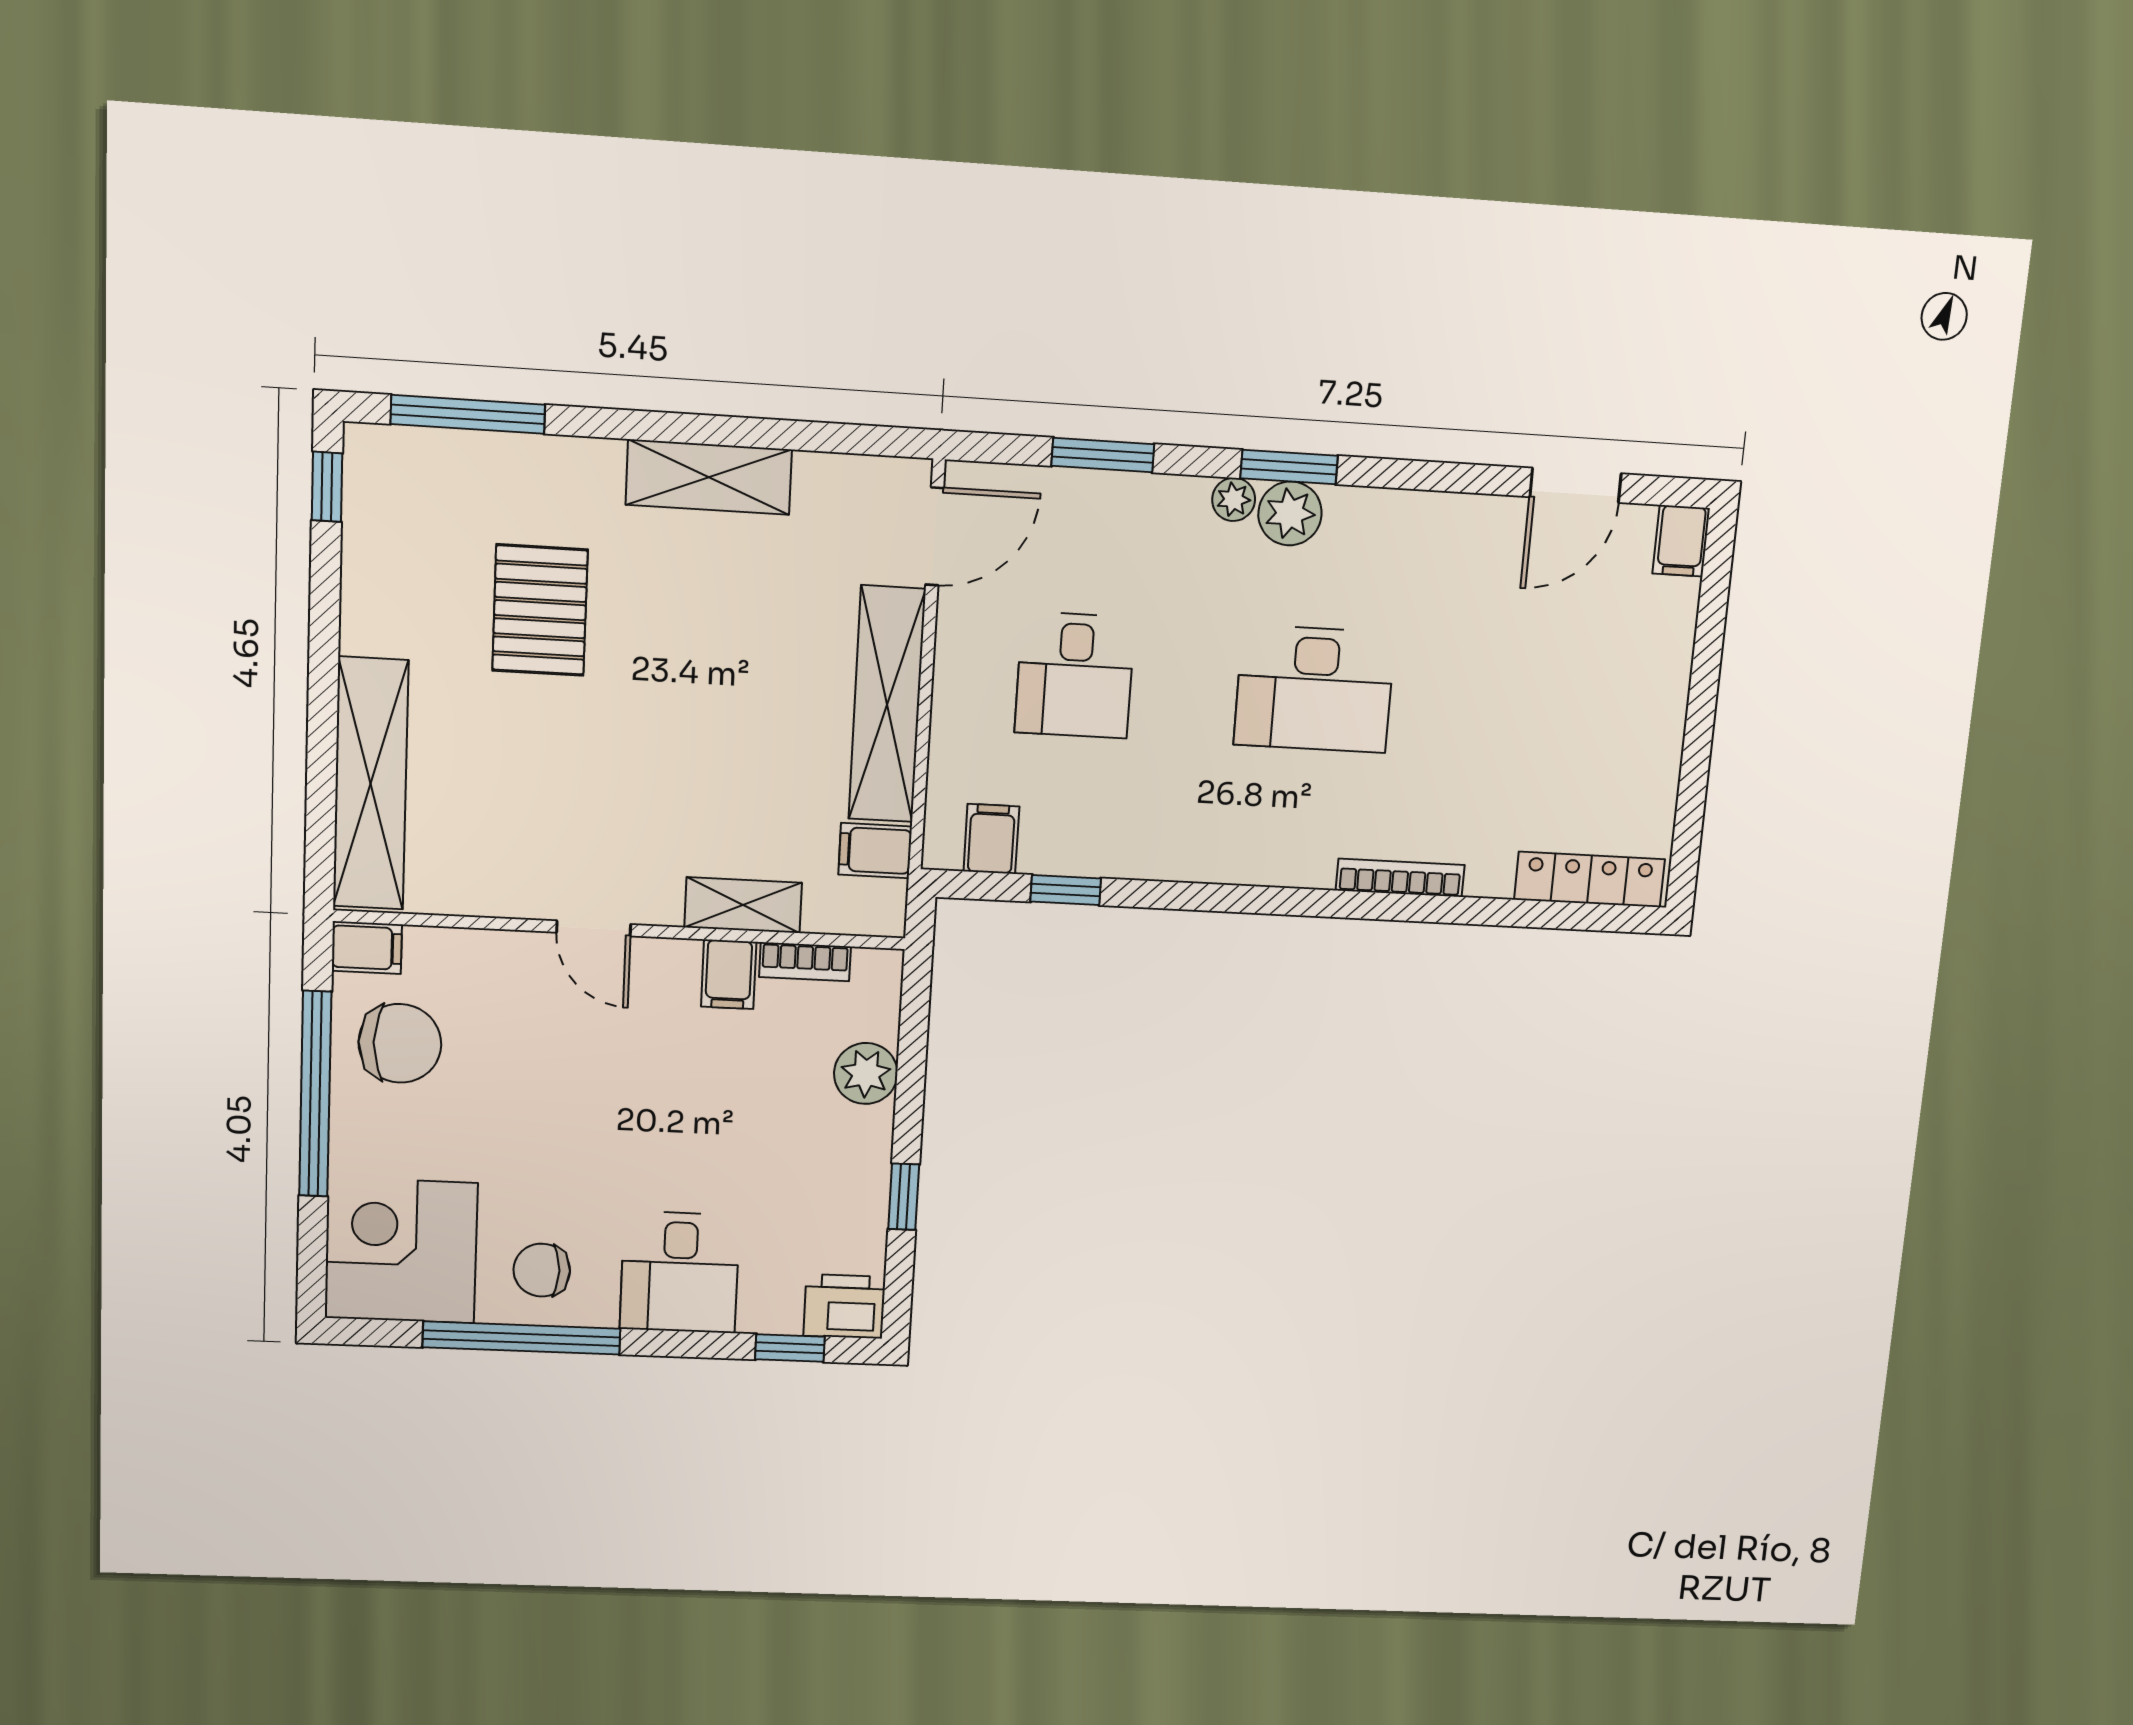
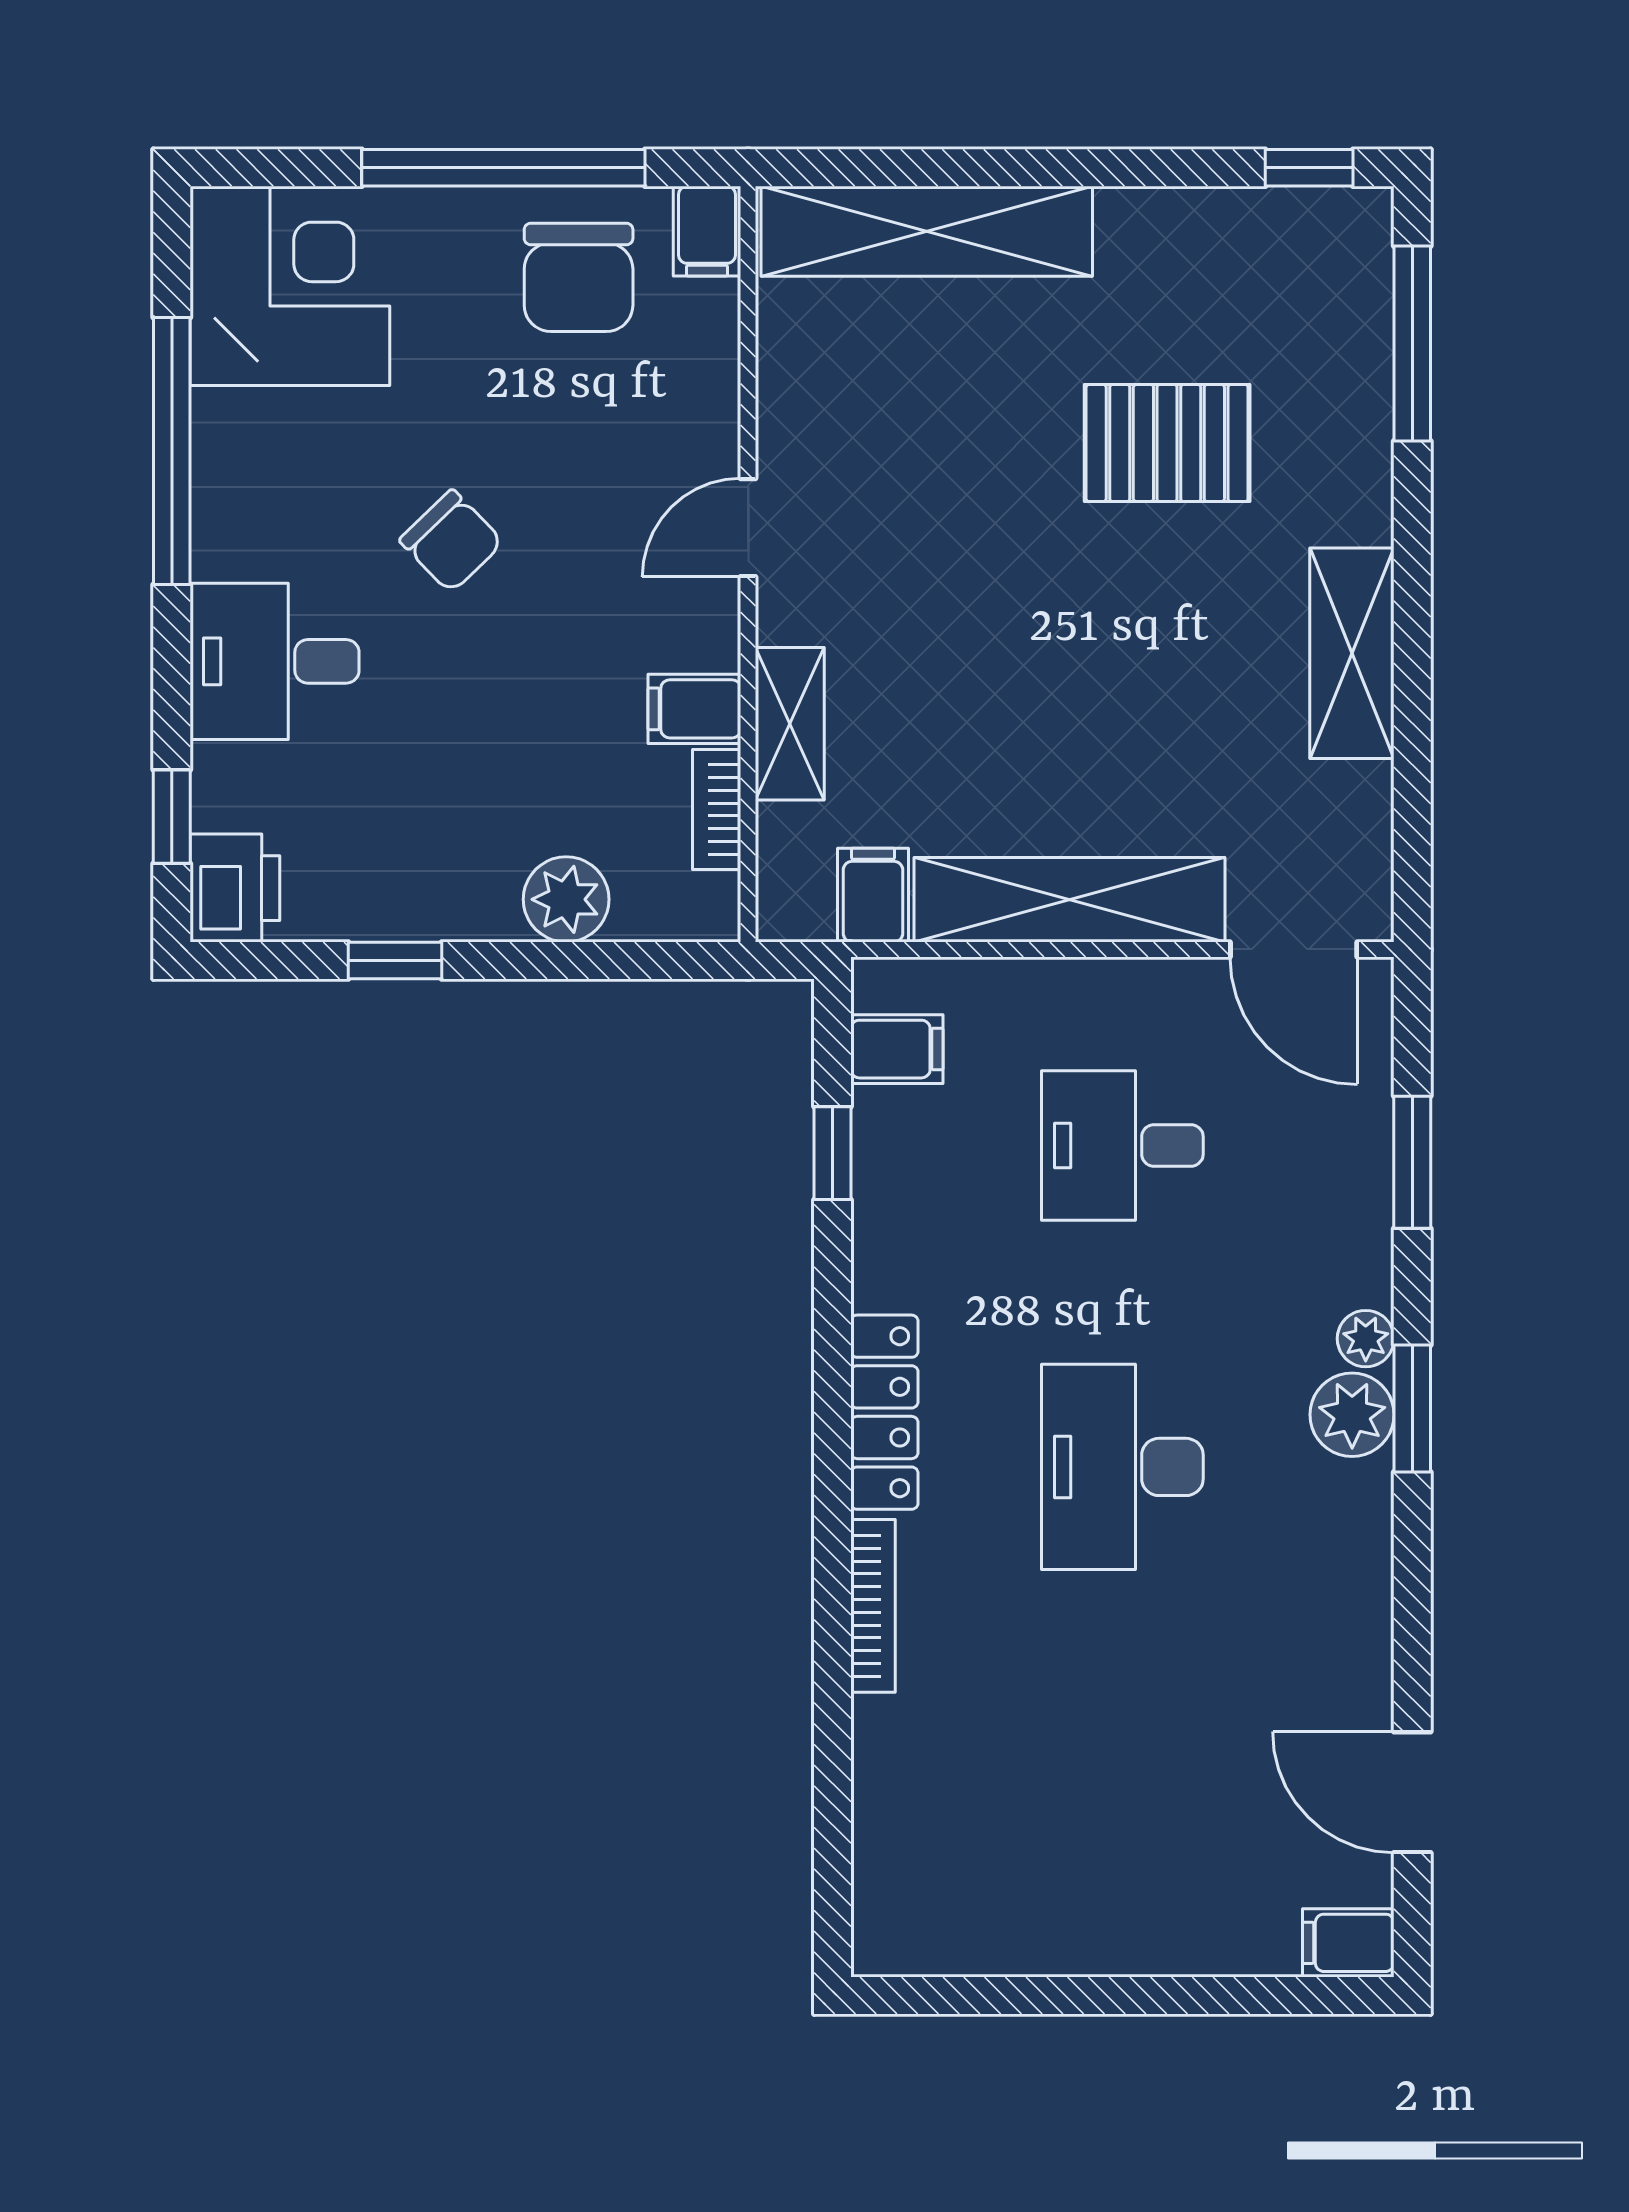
locker: (1590, 879) -> (884, 1412), moved
chair: (542, 1270) -> (451, 541), moved, turned 136

